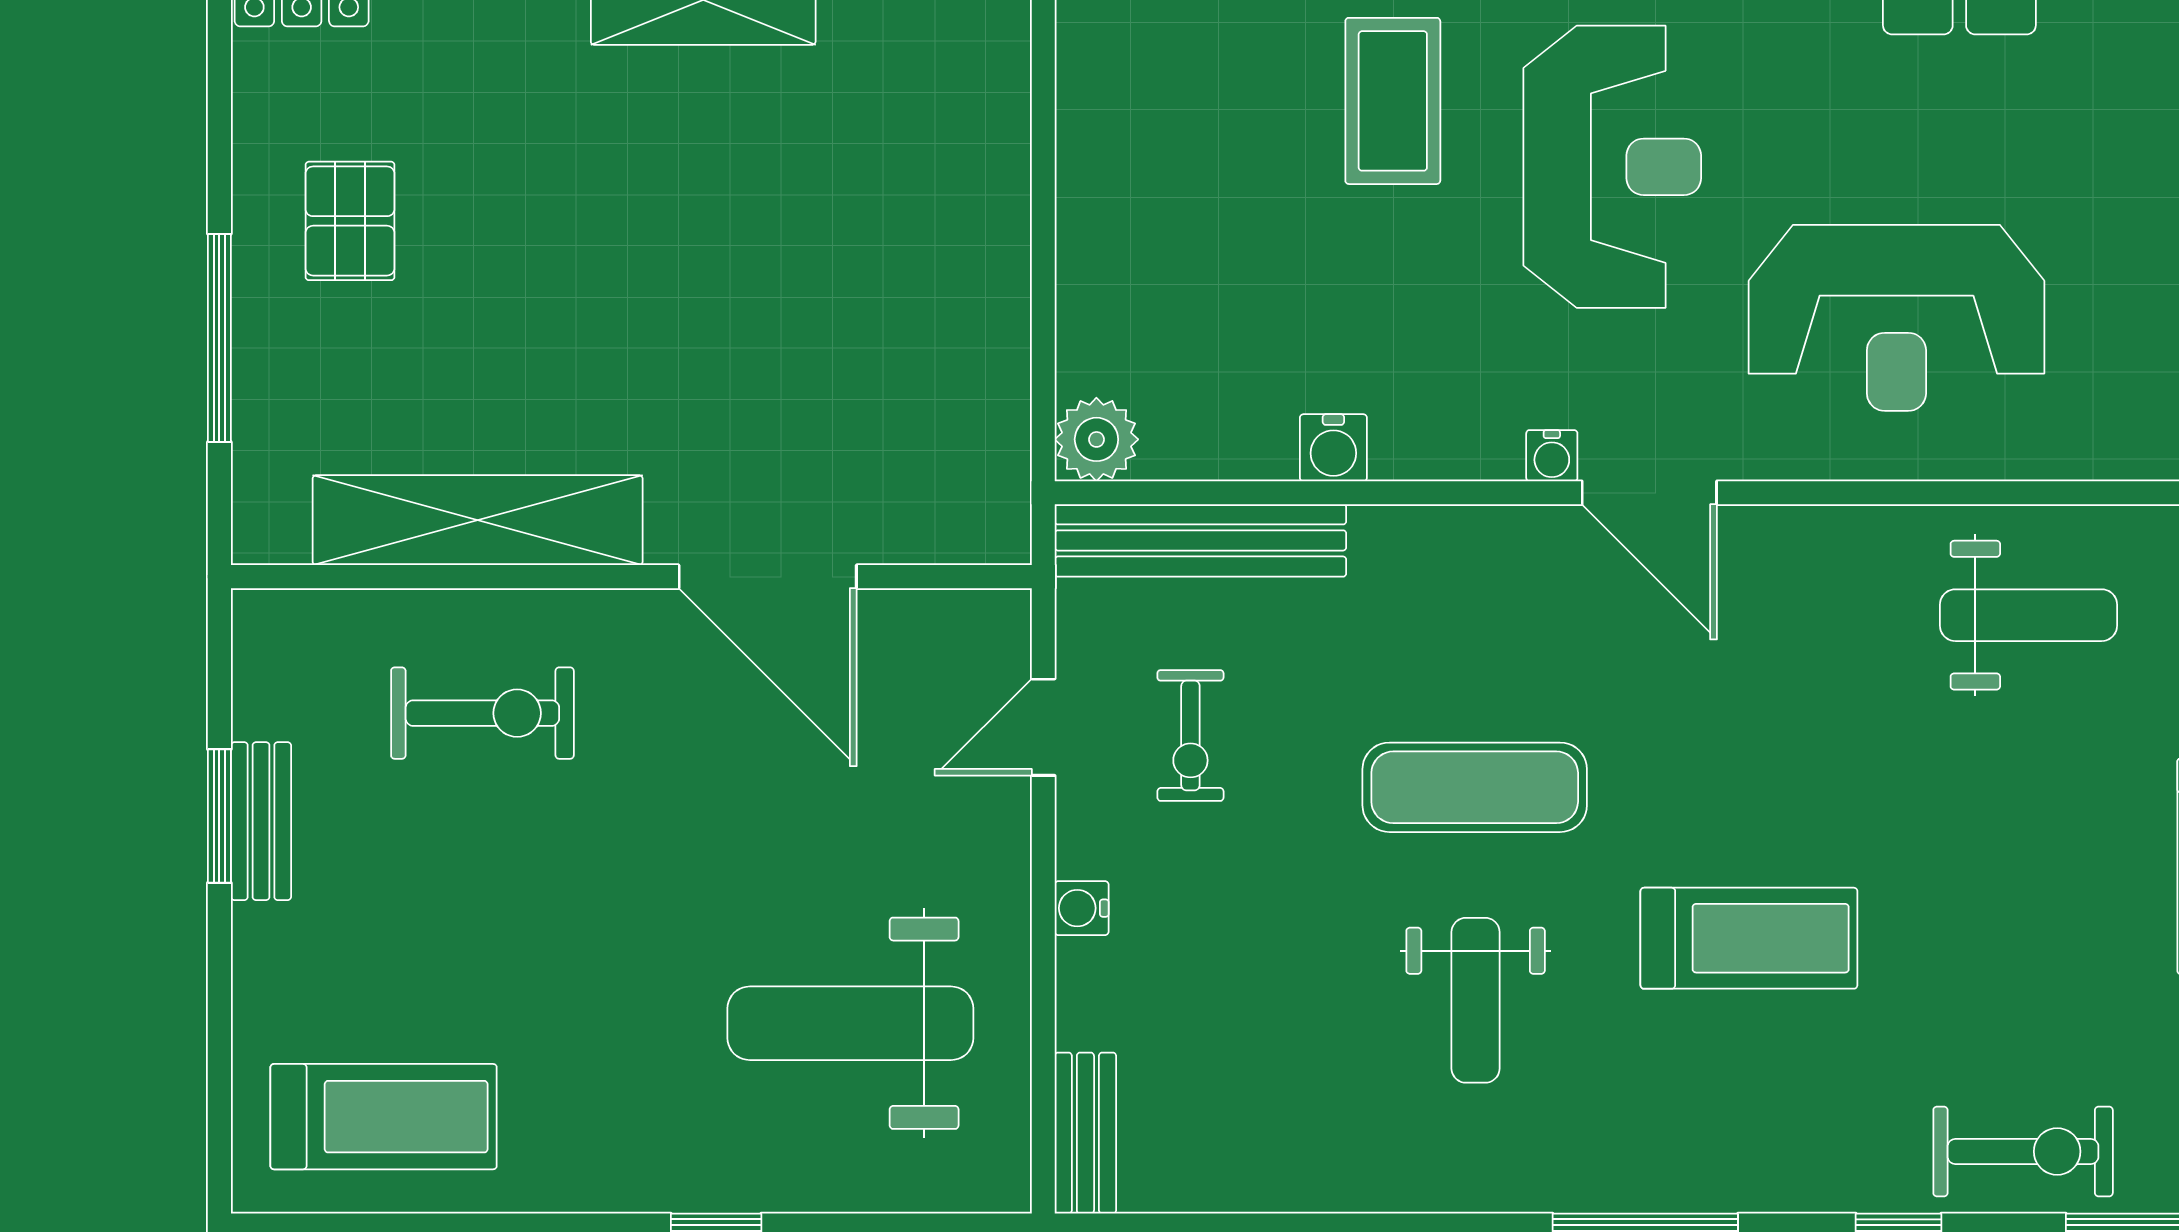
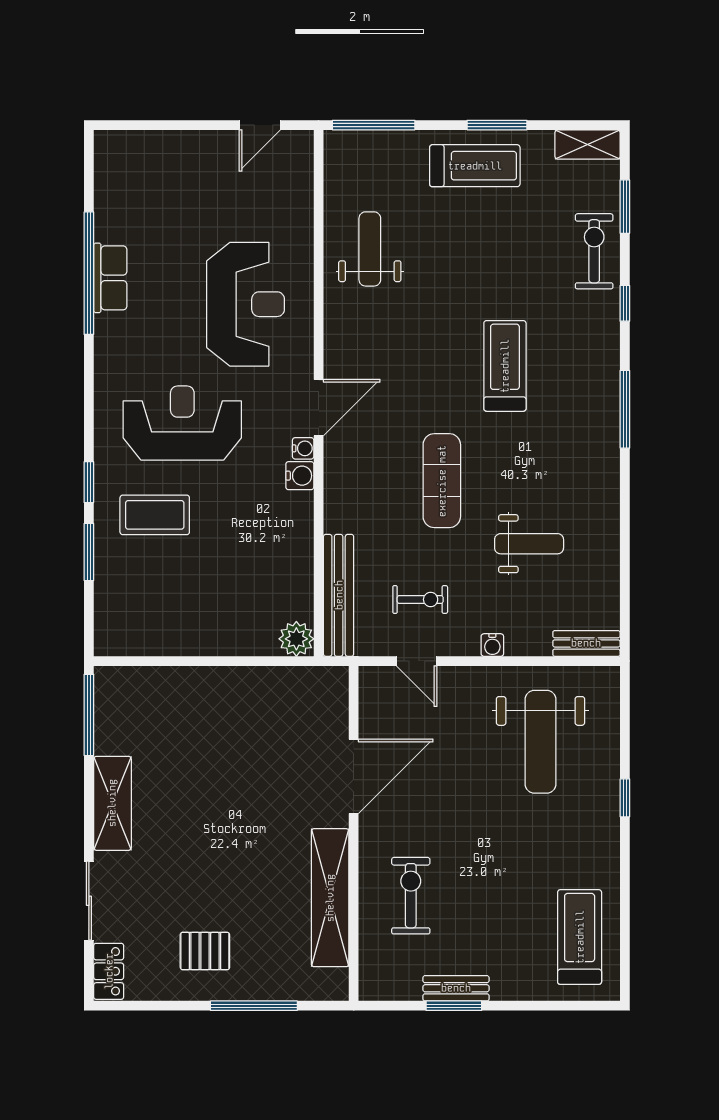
water cooler: (1333, 448) -> (300, 476), moved
weight bench: (1476, 1000) -> (529, 544), moved

